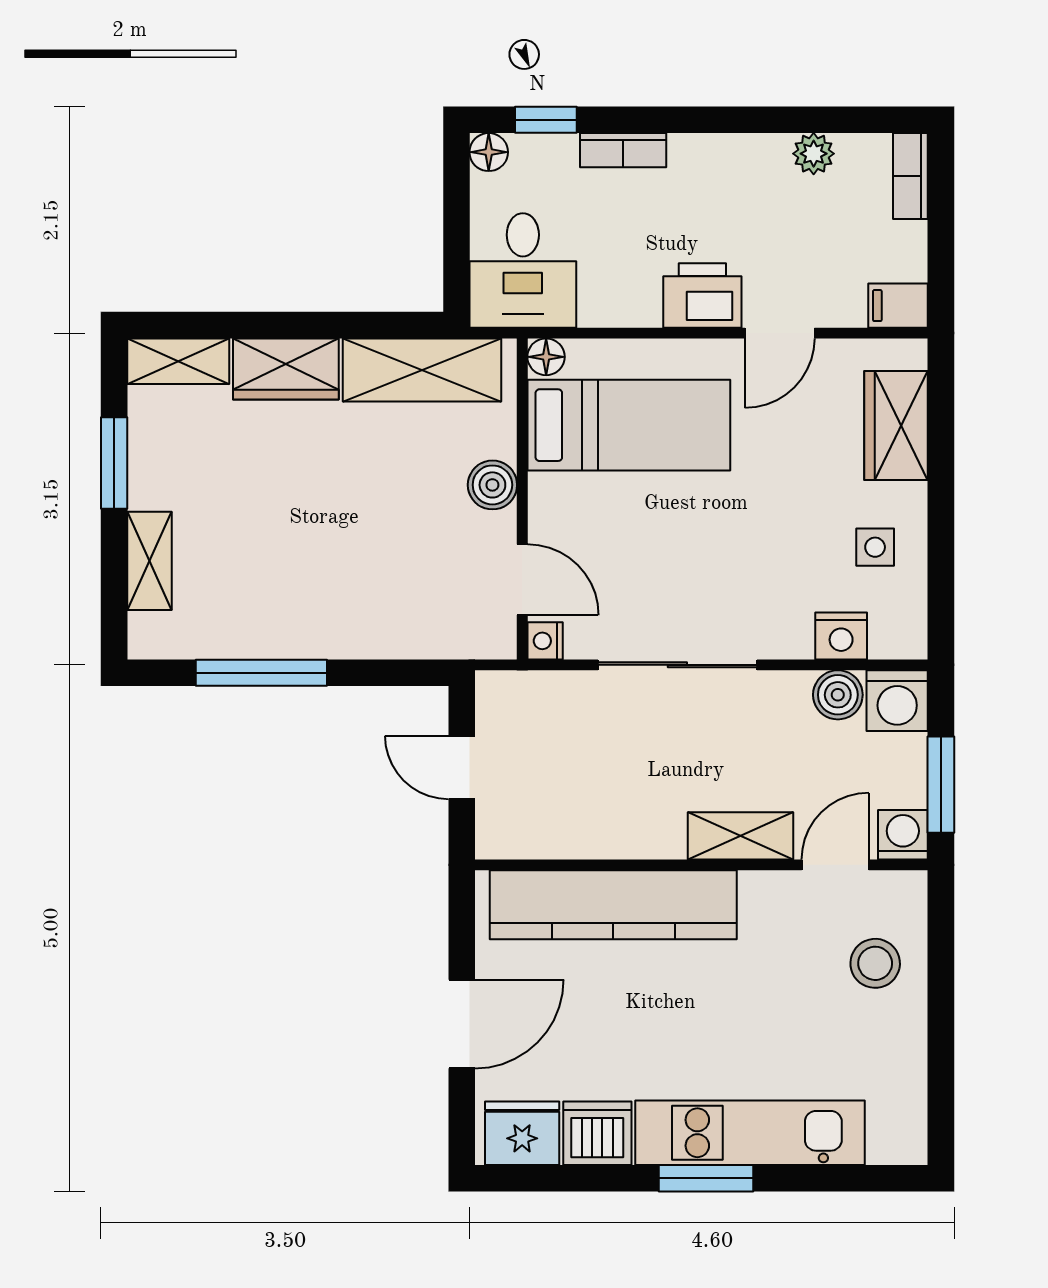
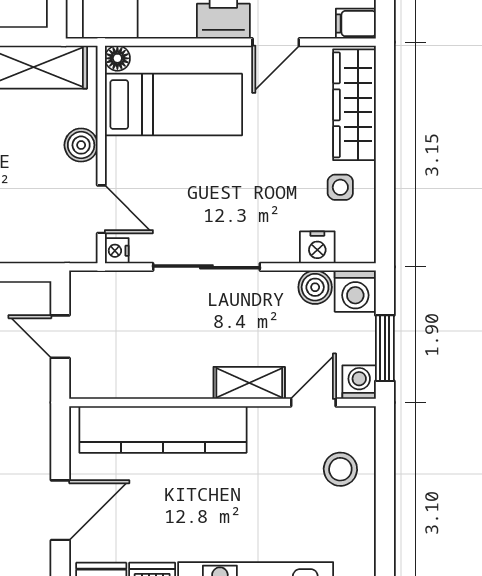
wardrobe: (896, 426) -> (355, 105), width x1.50

